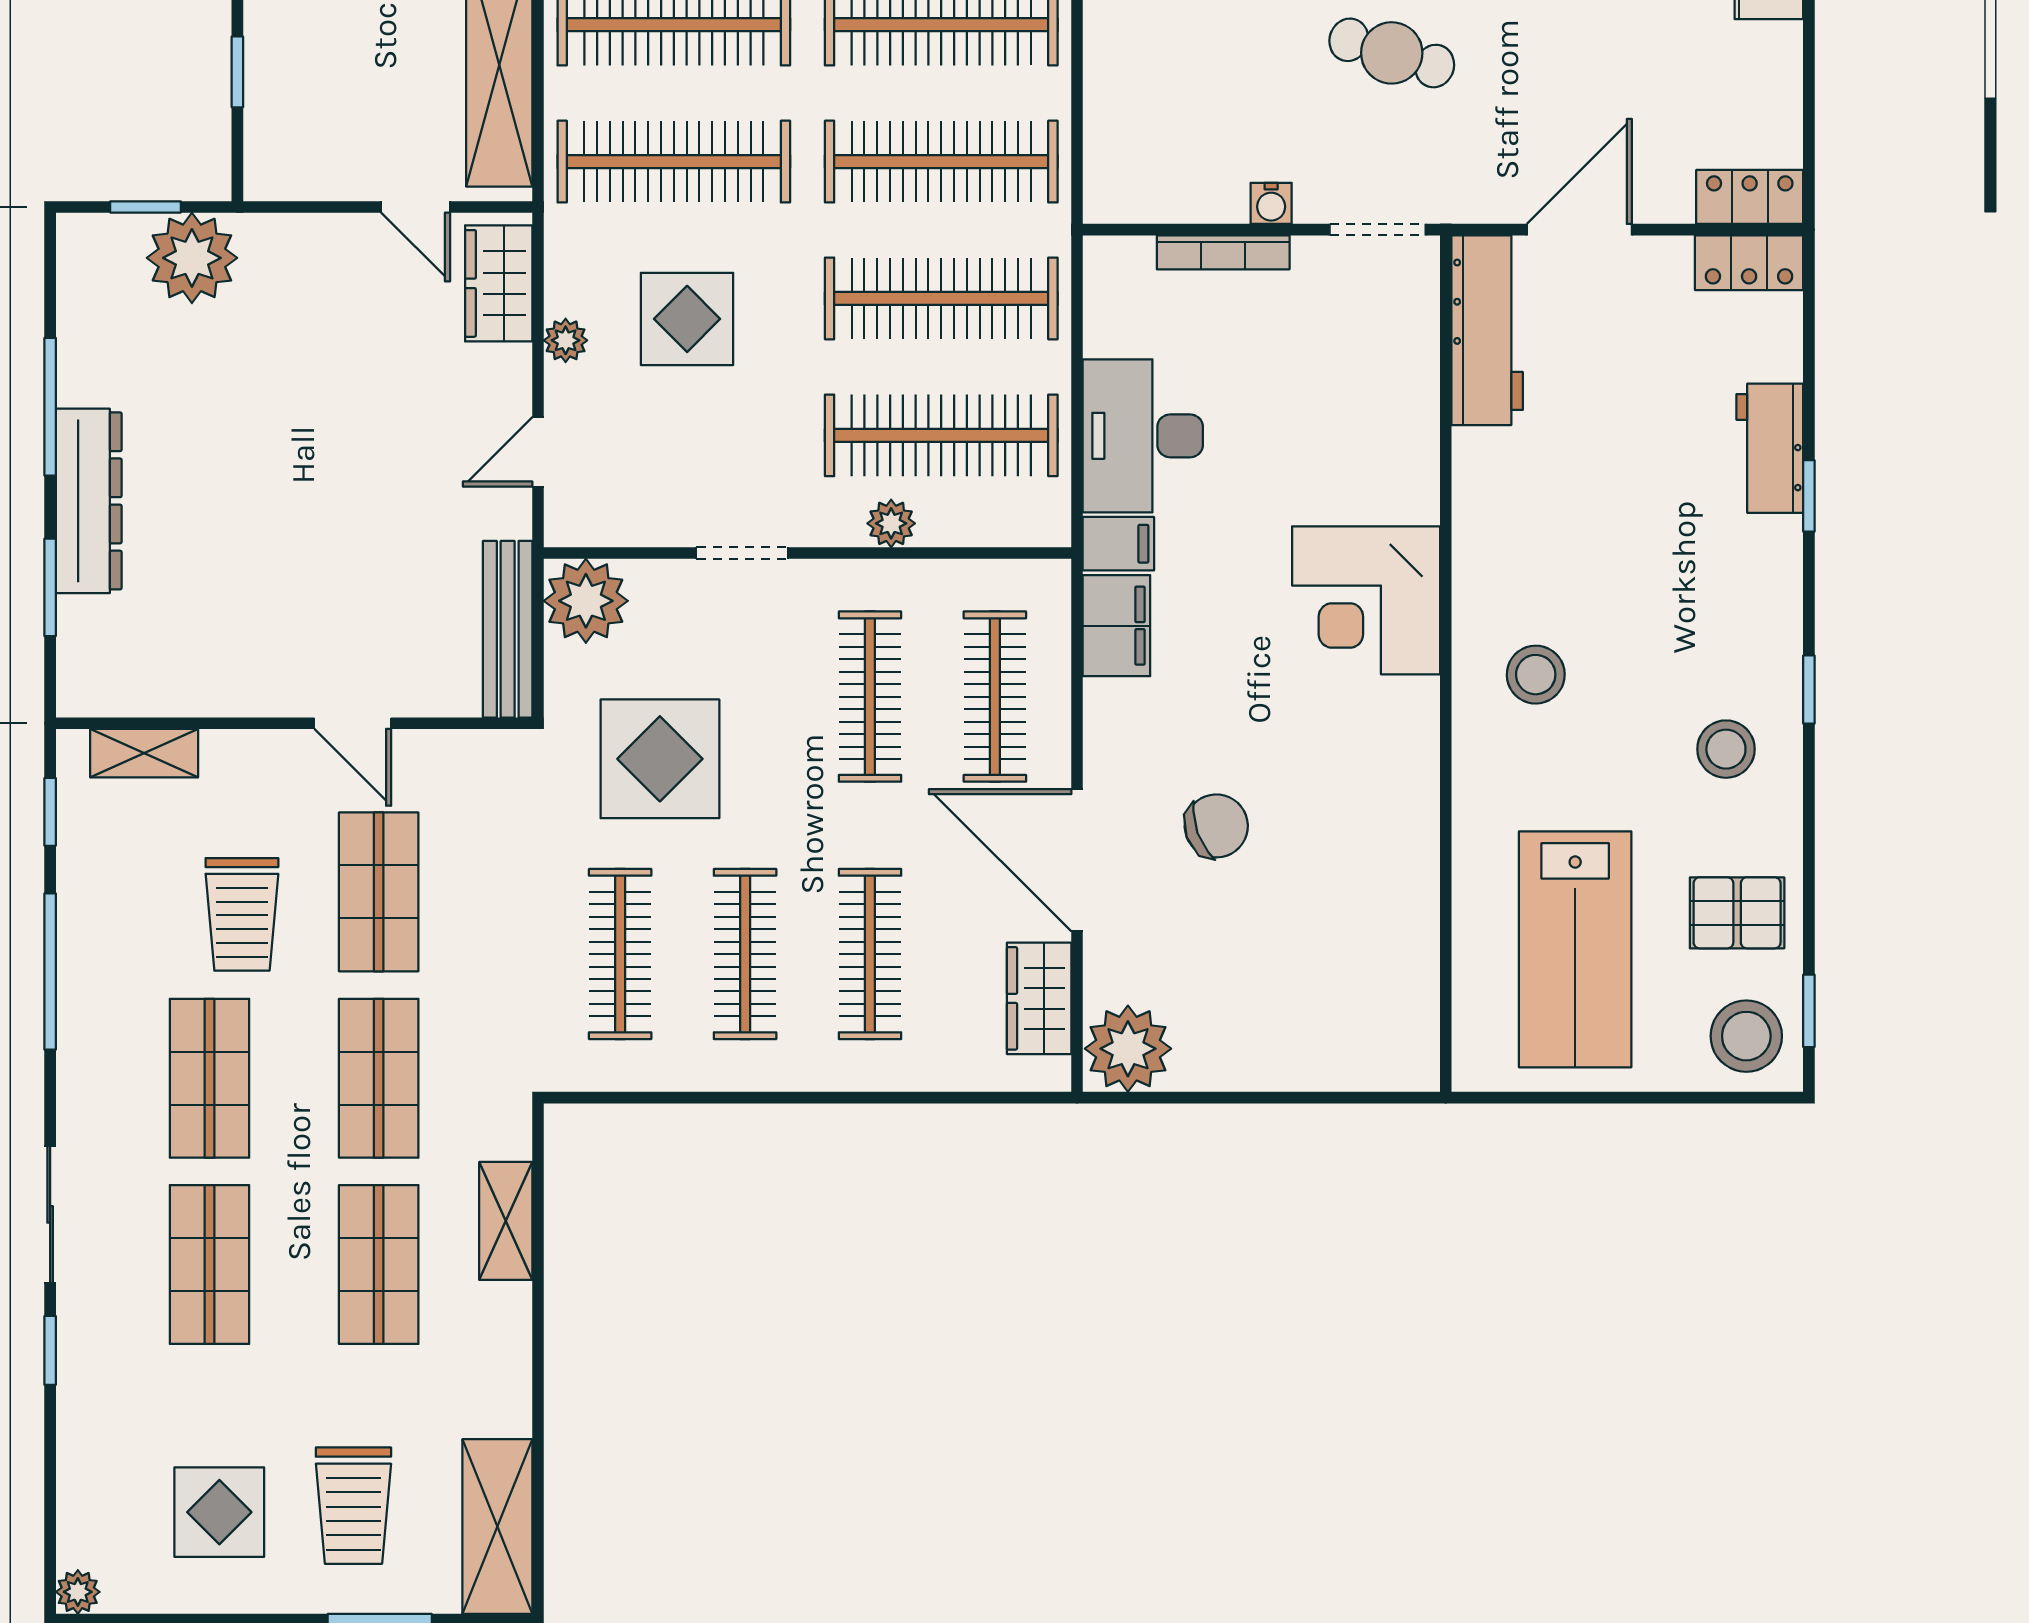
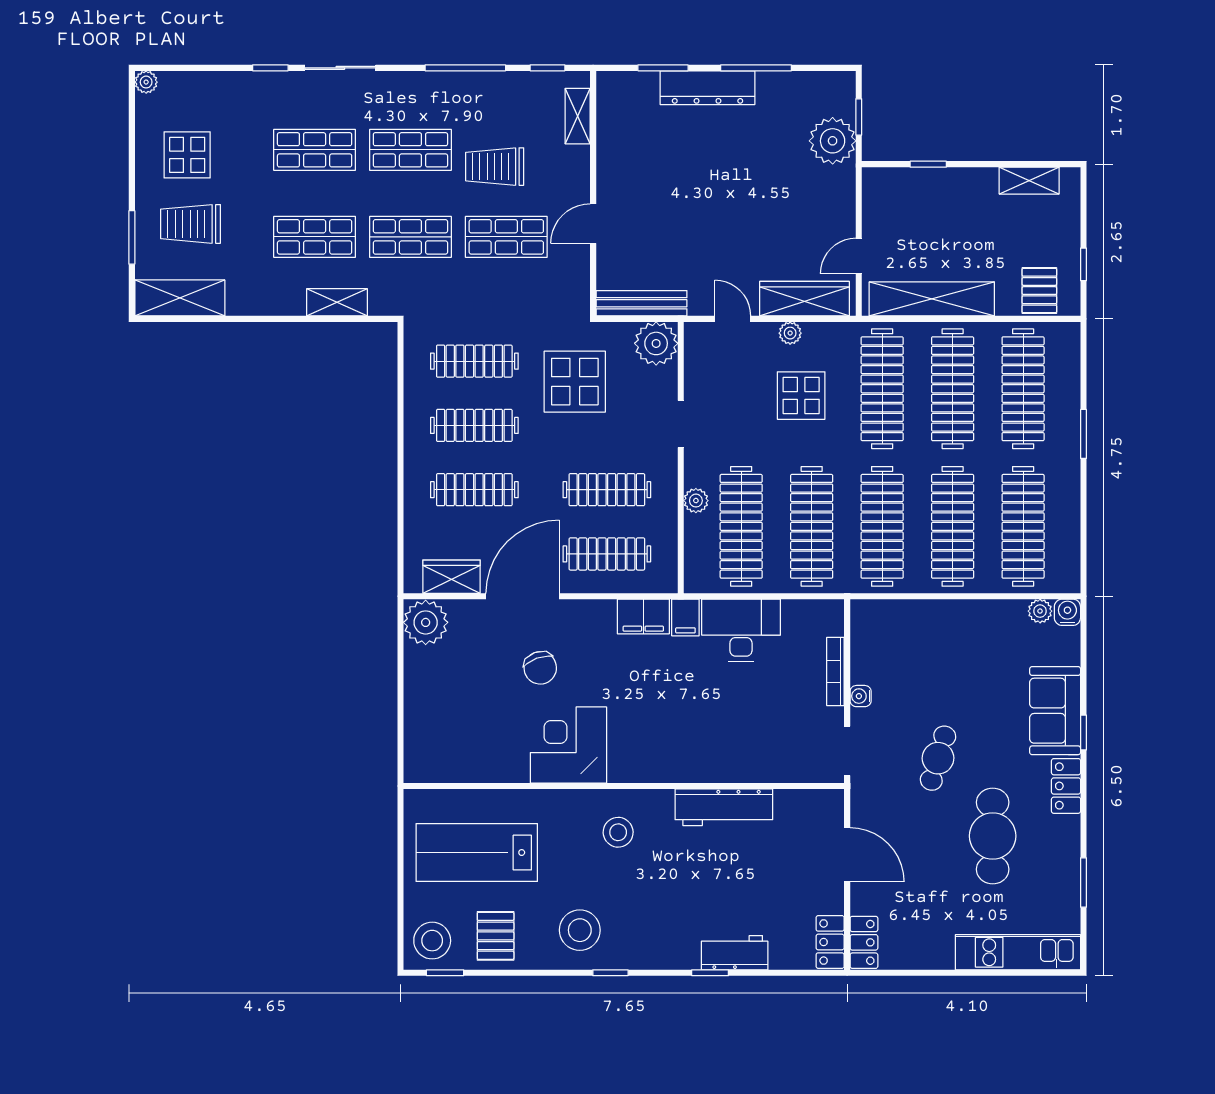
wardrobe: (499, 283) -> (804, 299), width x1.50
workbench: (1487, 330) -> (724, 807), moved
corner desk: (1366, 600) -> (568, 745), moved
stool: (1726, 749) -> (580, 930), width x1.38, depth x1.38

